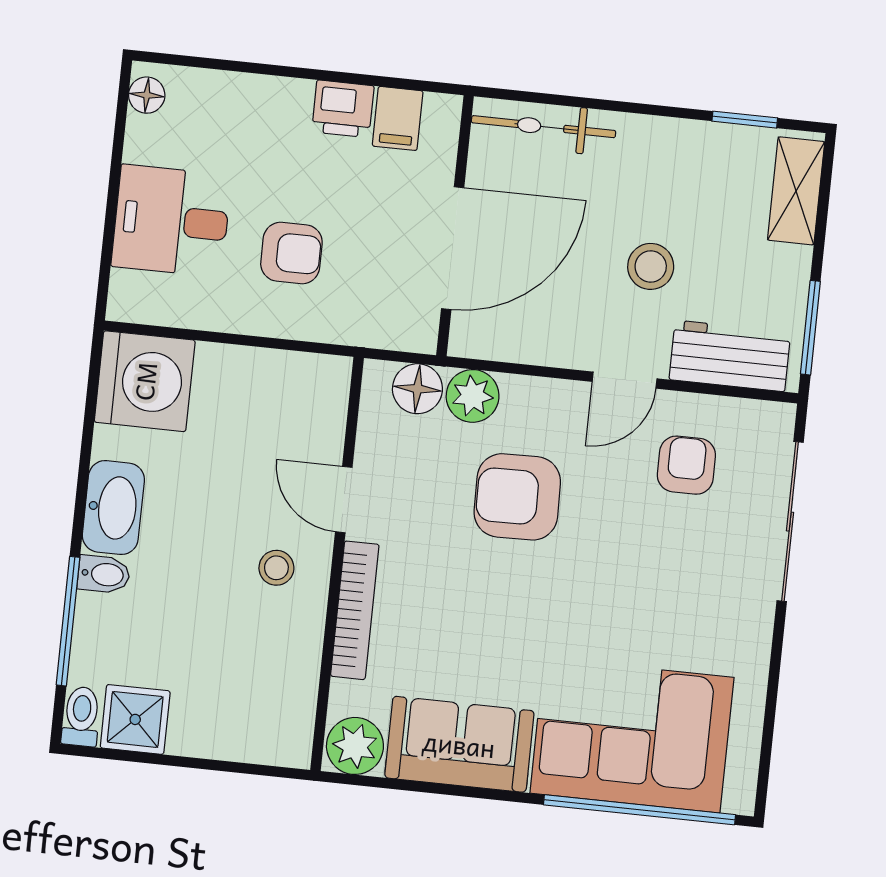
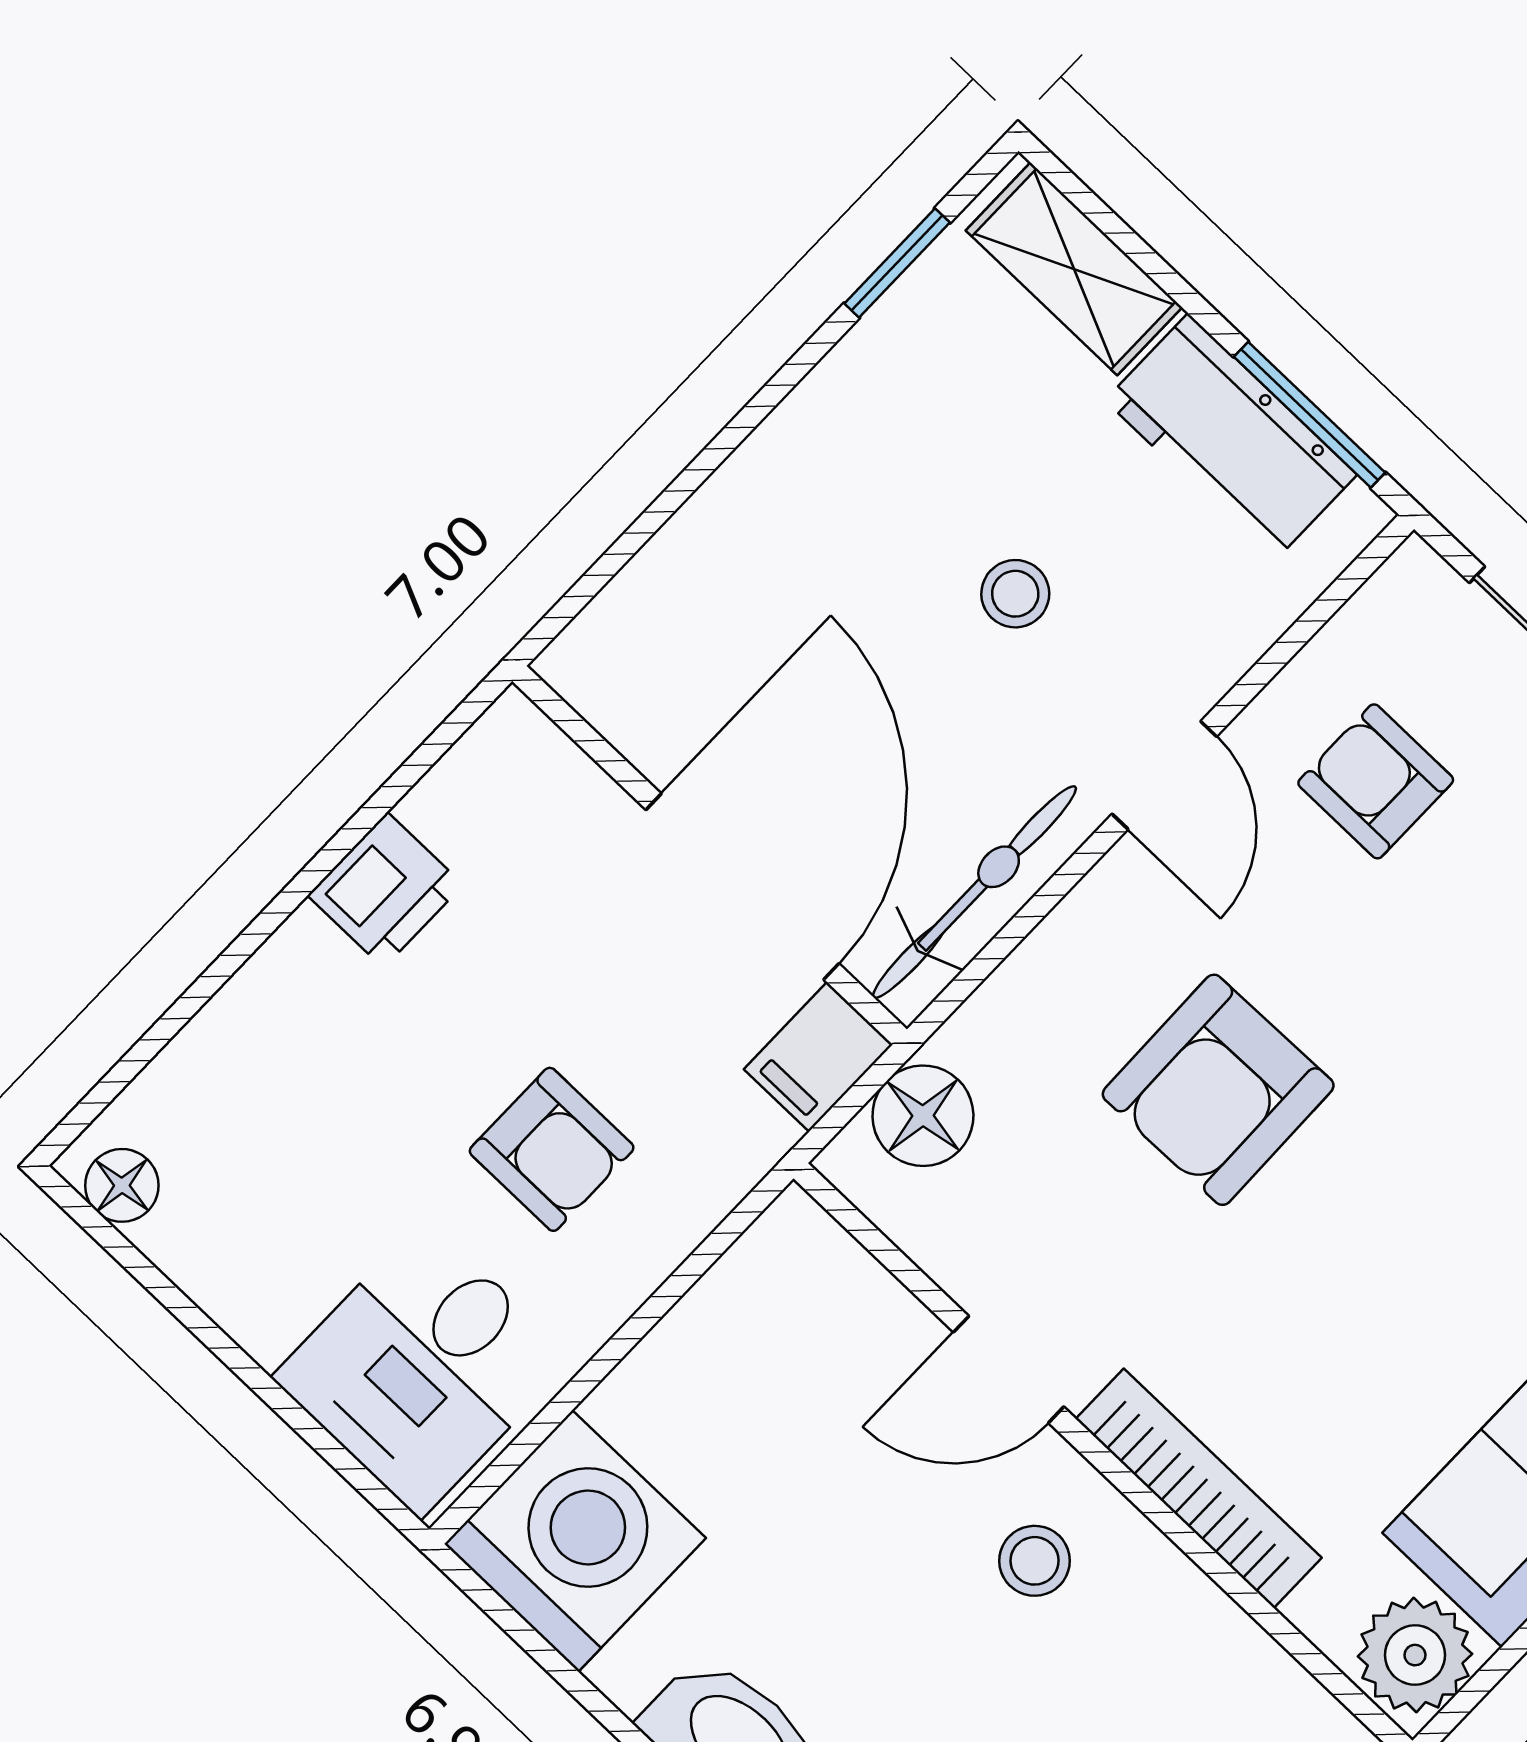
filing cabinet: (398, 118) -> (818, 1057), moved, turned 90
bicycle: (544, 127) -> (974, 892), moved, turned 180
desk: (171, 221) -> (423, 1368), moved
armchair: (291, 253) -> (552, 1149), turned 90
stool: (651, 266) -> (1015, 594), width x0.73, depth x0.73
workbench: (730, 356) -> (1231, 438), moved, turned -90
plant: (473, 396) -> (1002, 1037), removed

